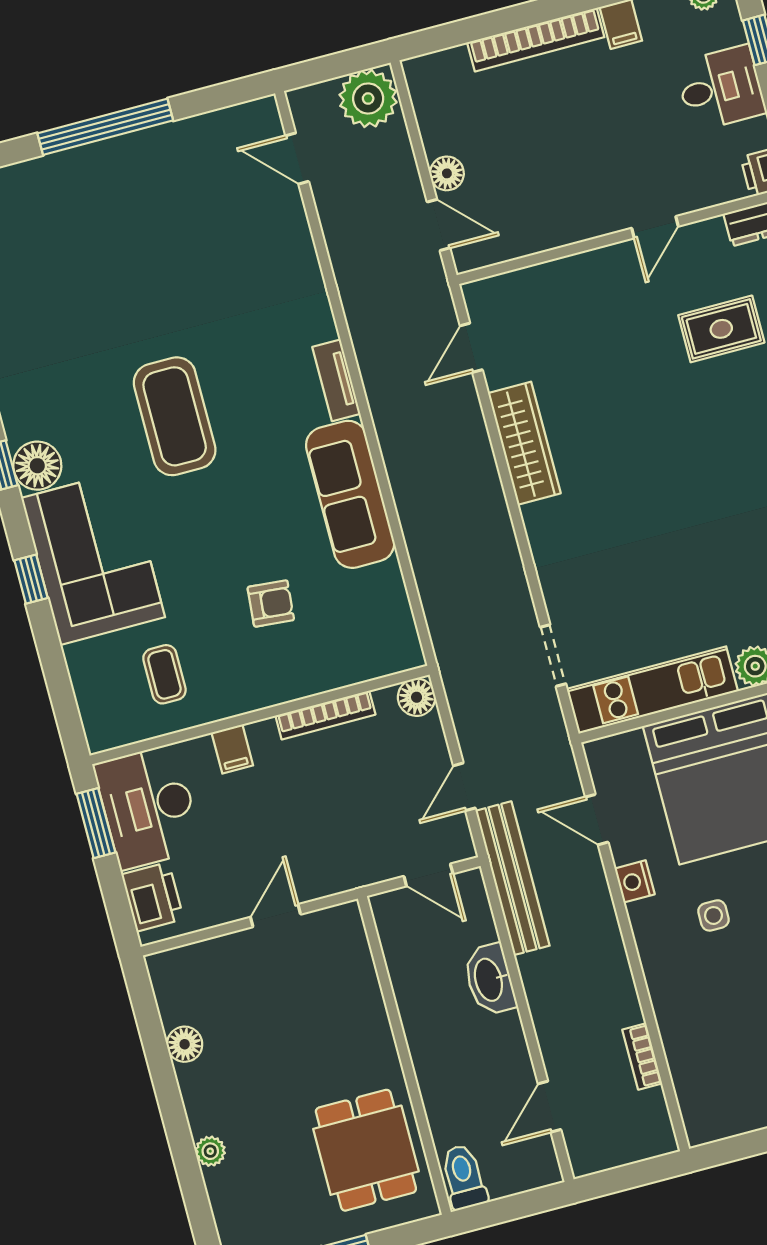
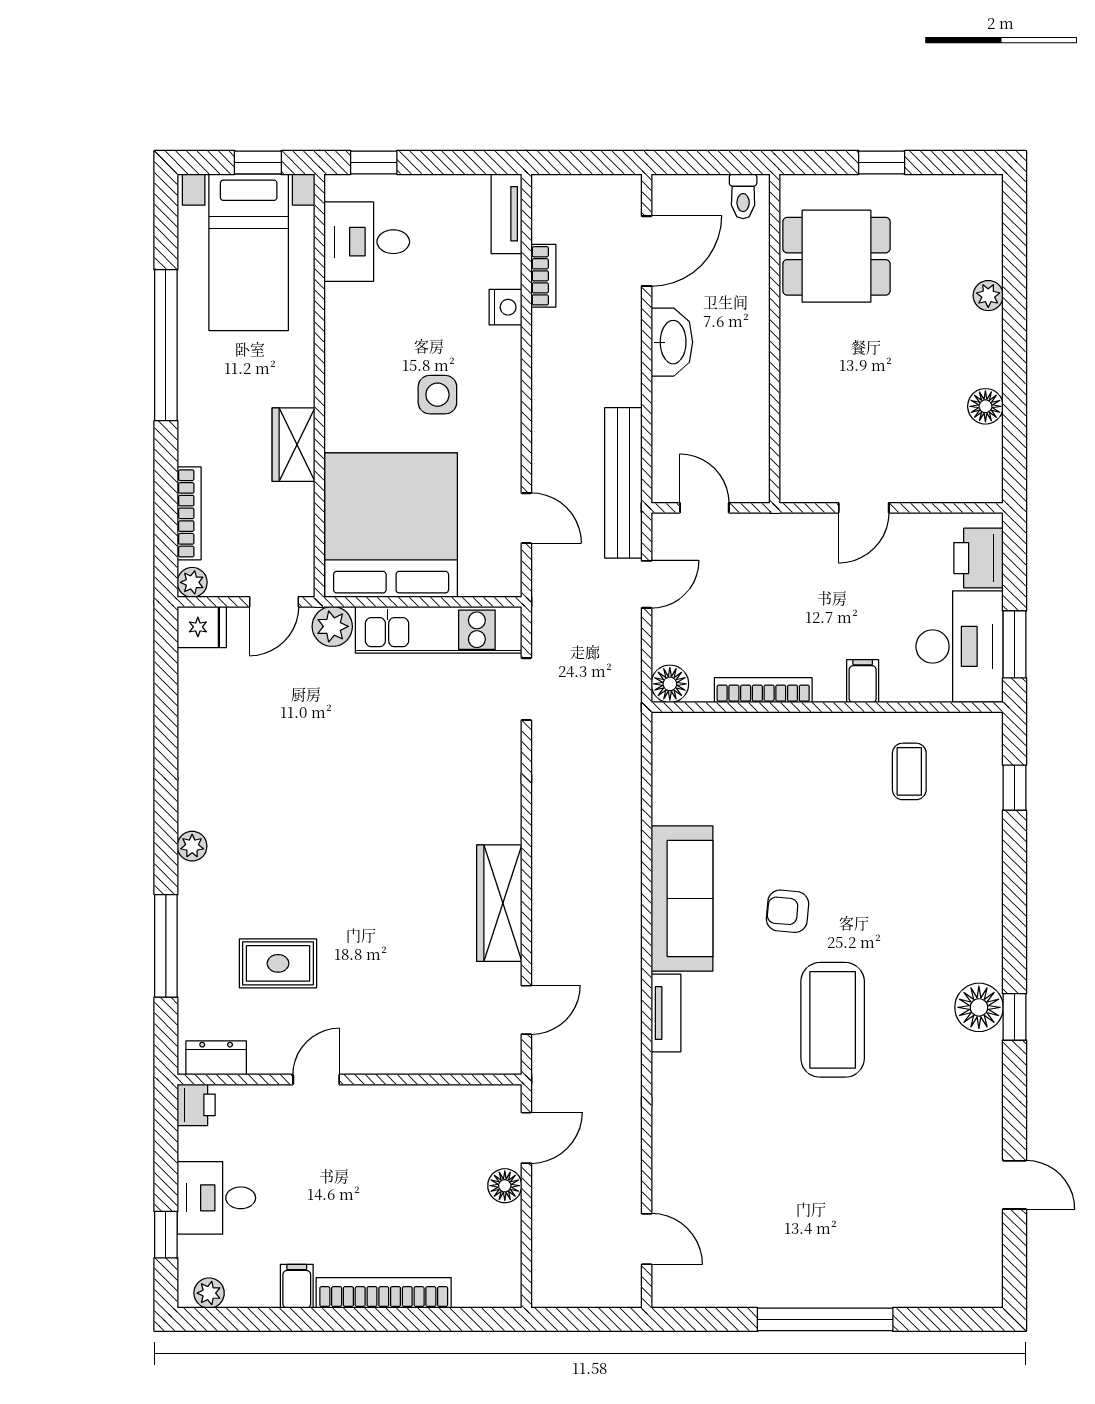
plant: (368, 99) -> (562, 1279), removed
door: (438, 225) -> (526, 1138), swing flipped
corner sofa: (93, 558) -> (949, 904), removed
window: (31, 579) -> (1014, 788), moved
armchair: (271, 603) -> (787, 911), moved
nightstand: (635, 881) -> (505, 307), moved
side table: (713, 915) -> (437, 395), width x1.37, depth x1.37
washbasin: (490, 980) -> (672, 342), moved
door: (549, 1107) -> (647, 251), width x1.38
tv unit: (693, 1107) -> (507, 214), added
dining table: (366, 1150) -> (836, 256), turned 90
toilet: (464, 1177) -> (743, 196), width x0.73, depth x0.72

